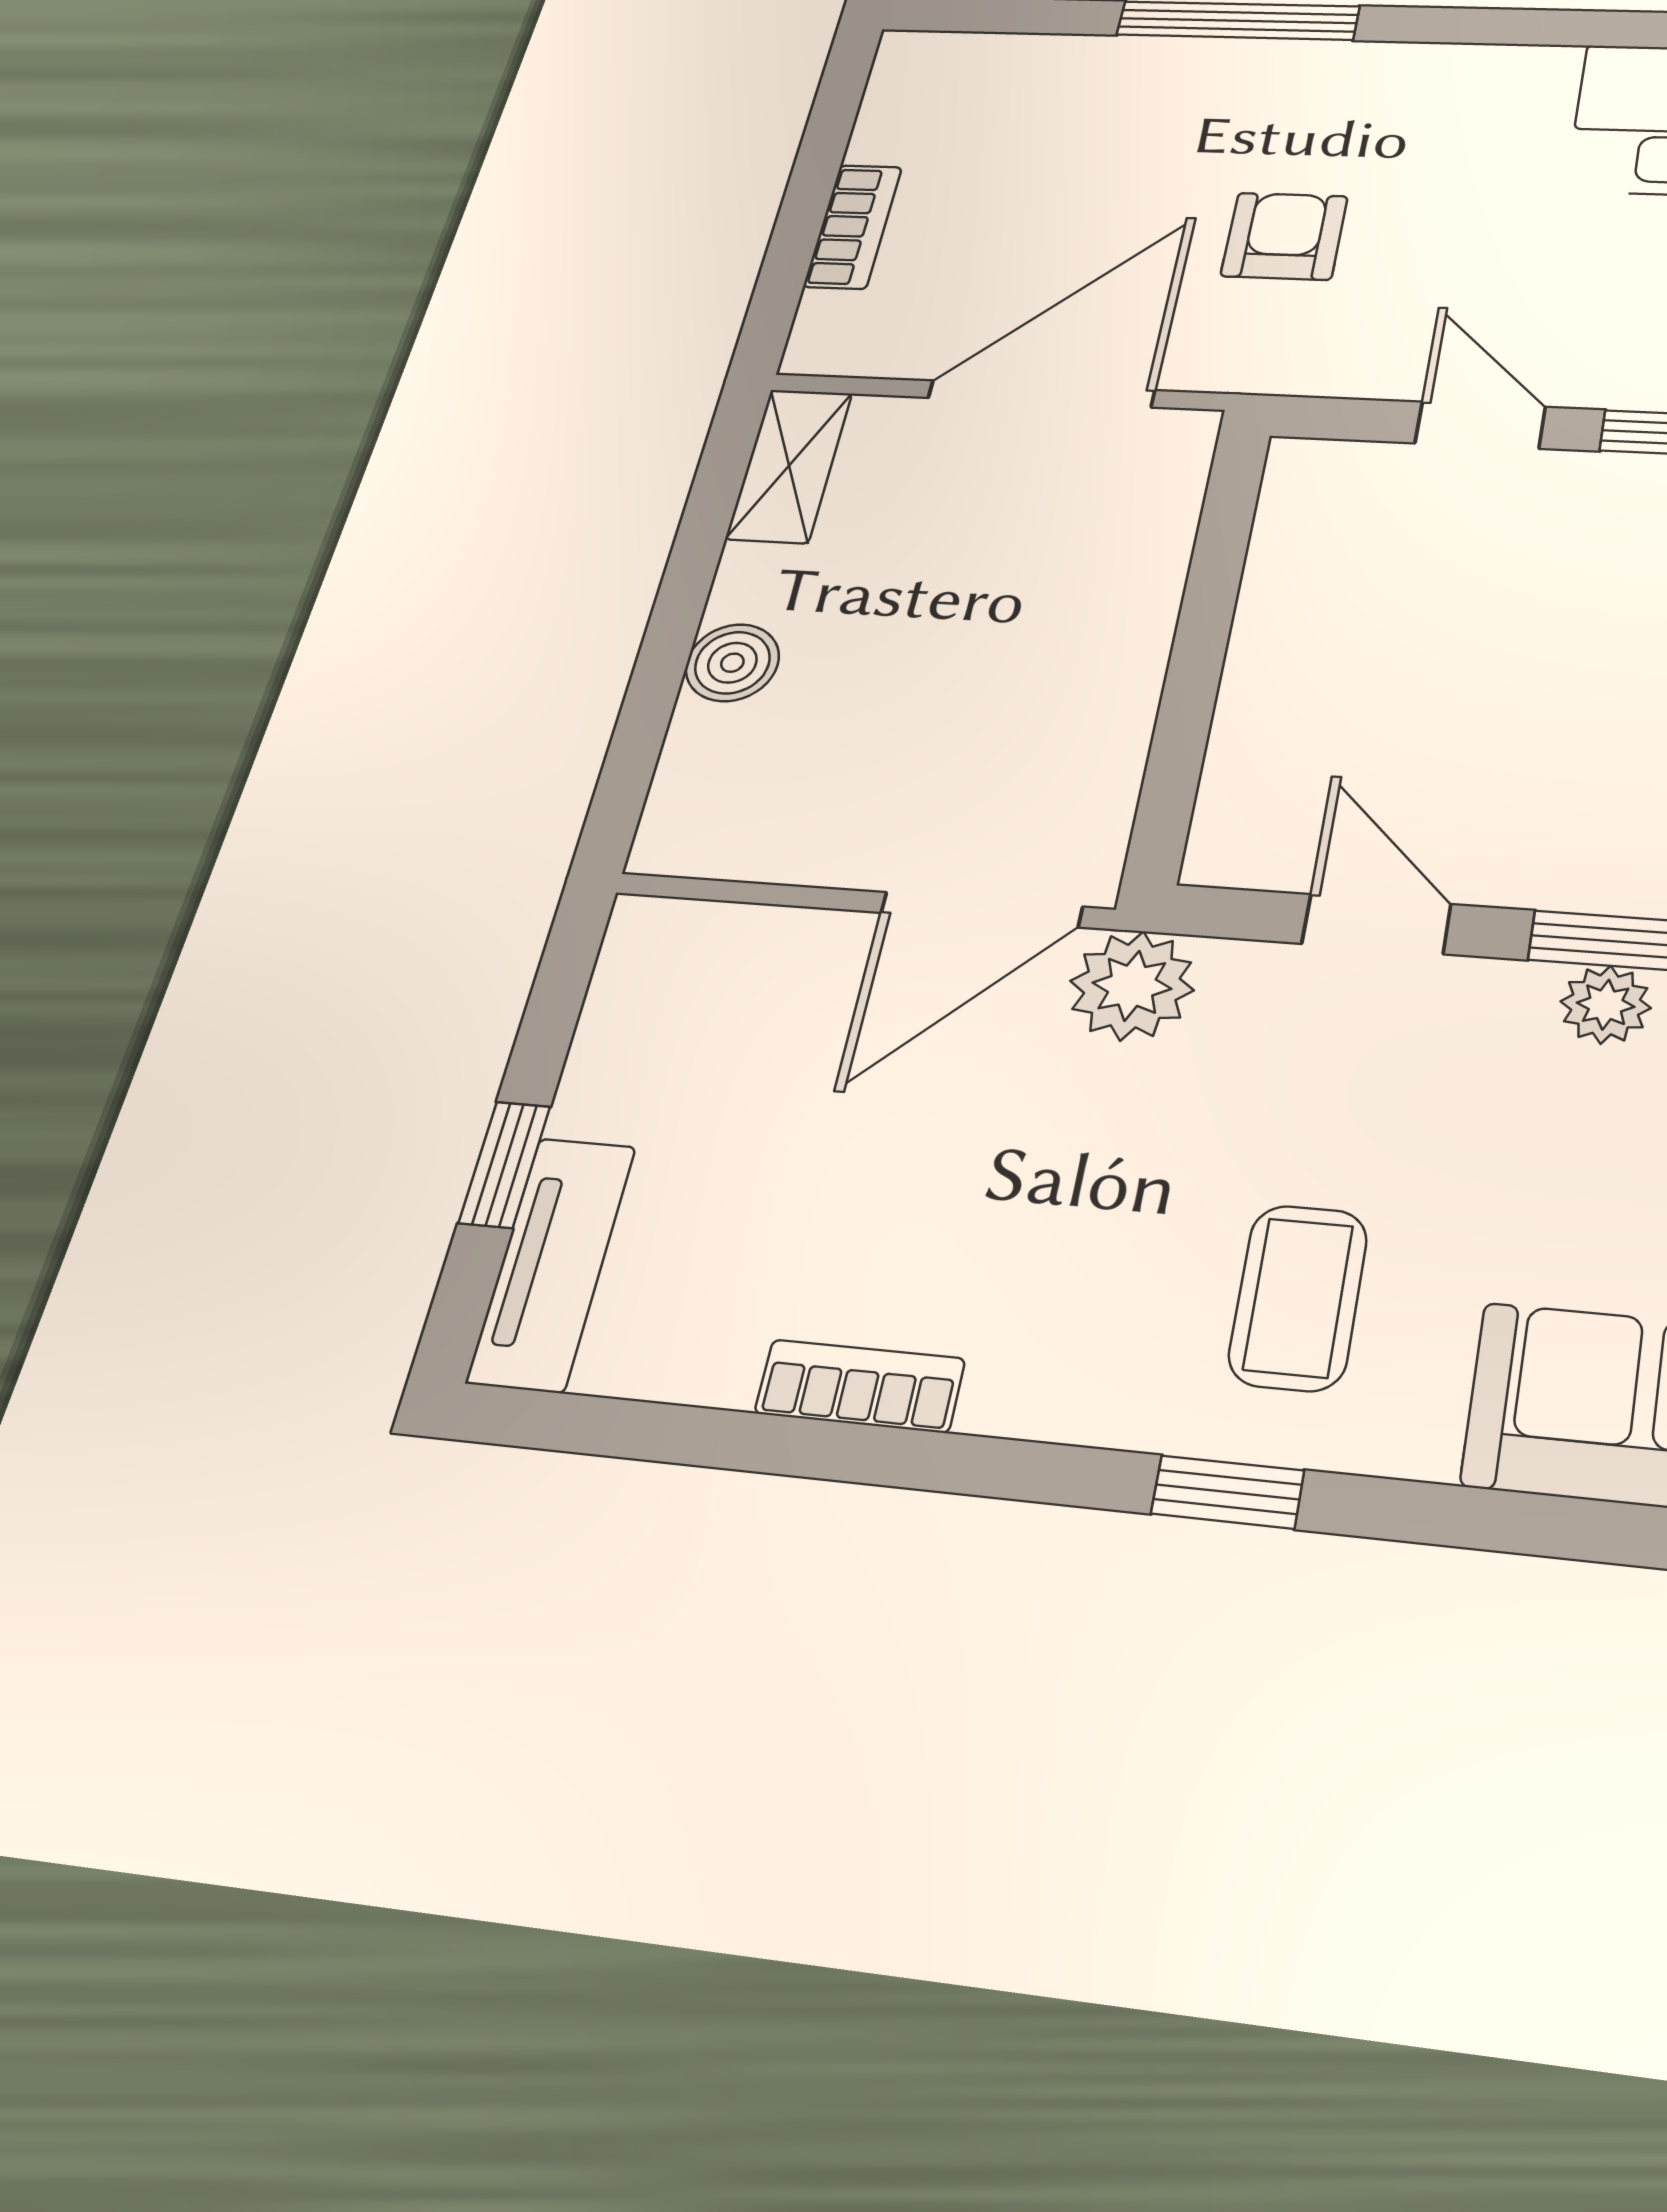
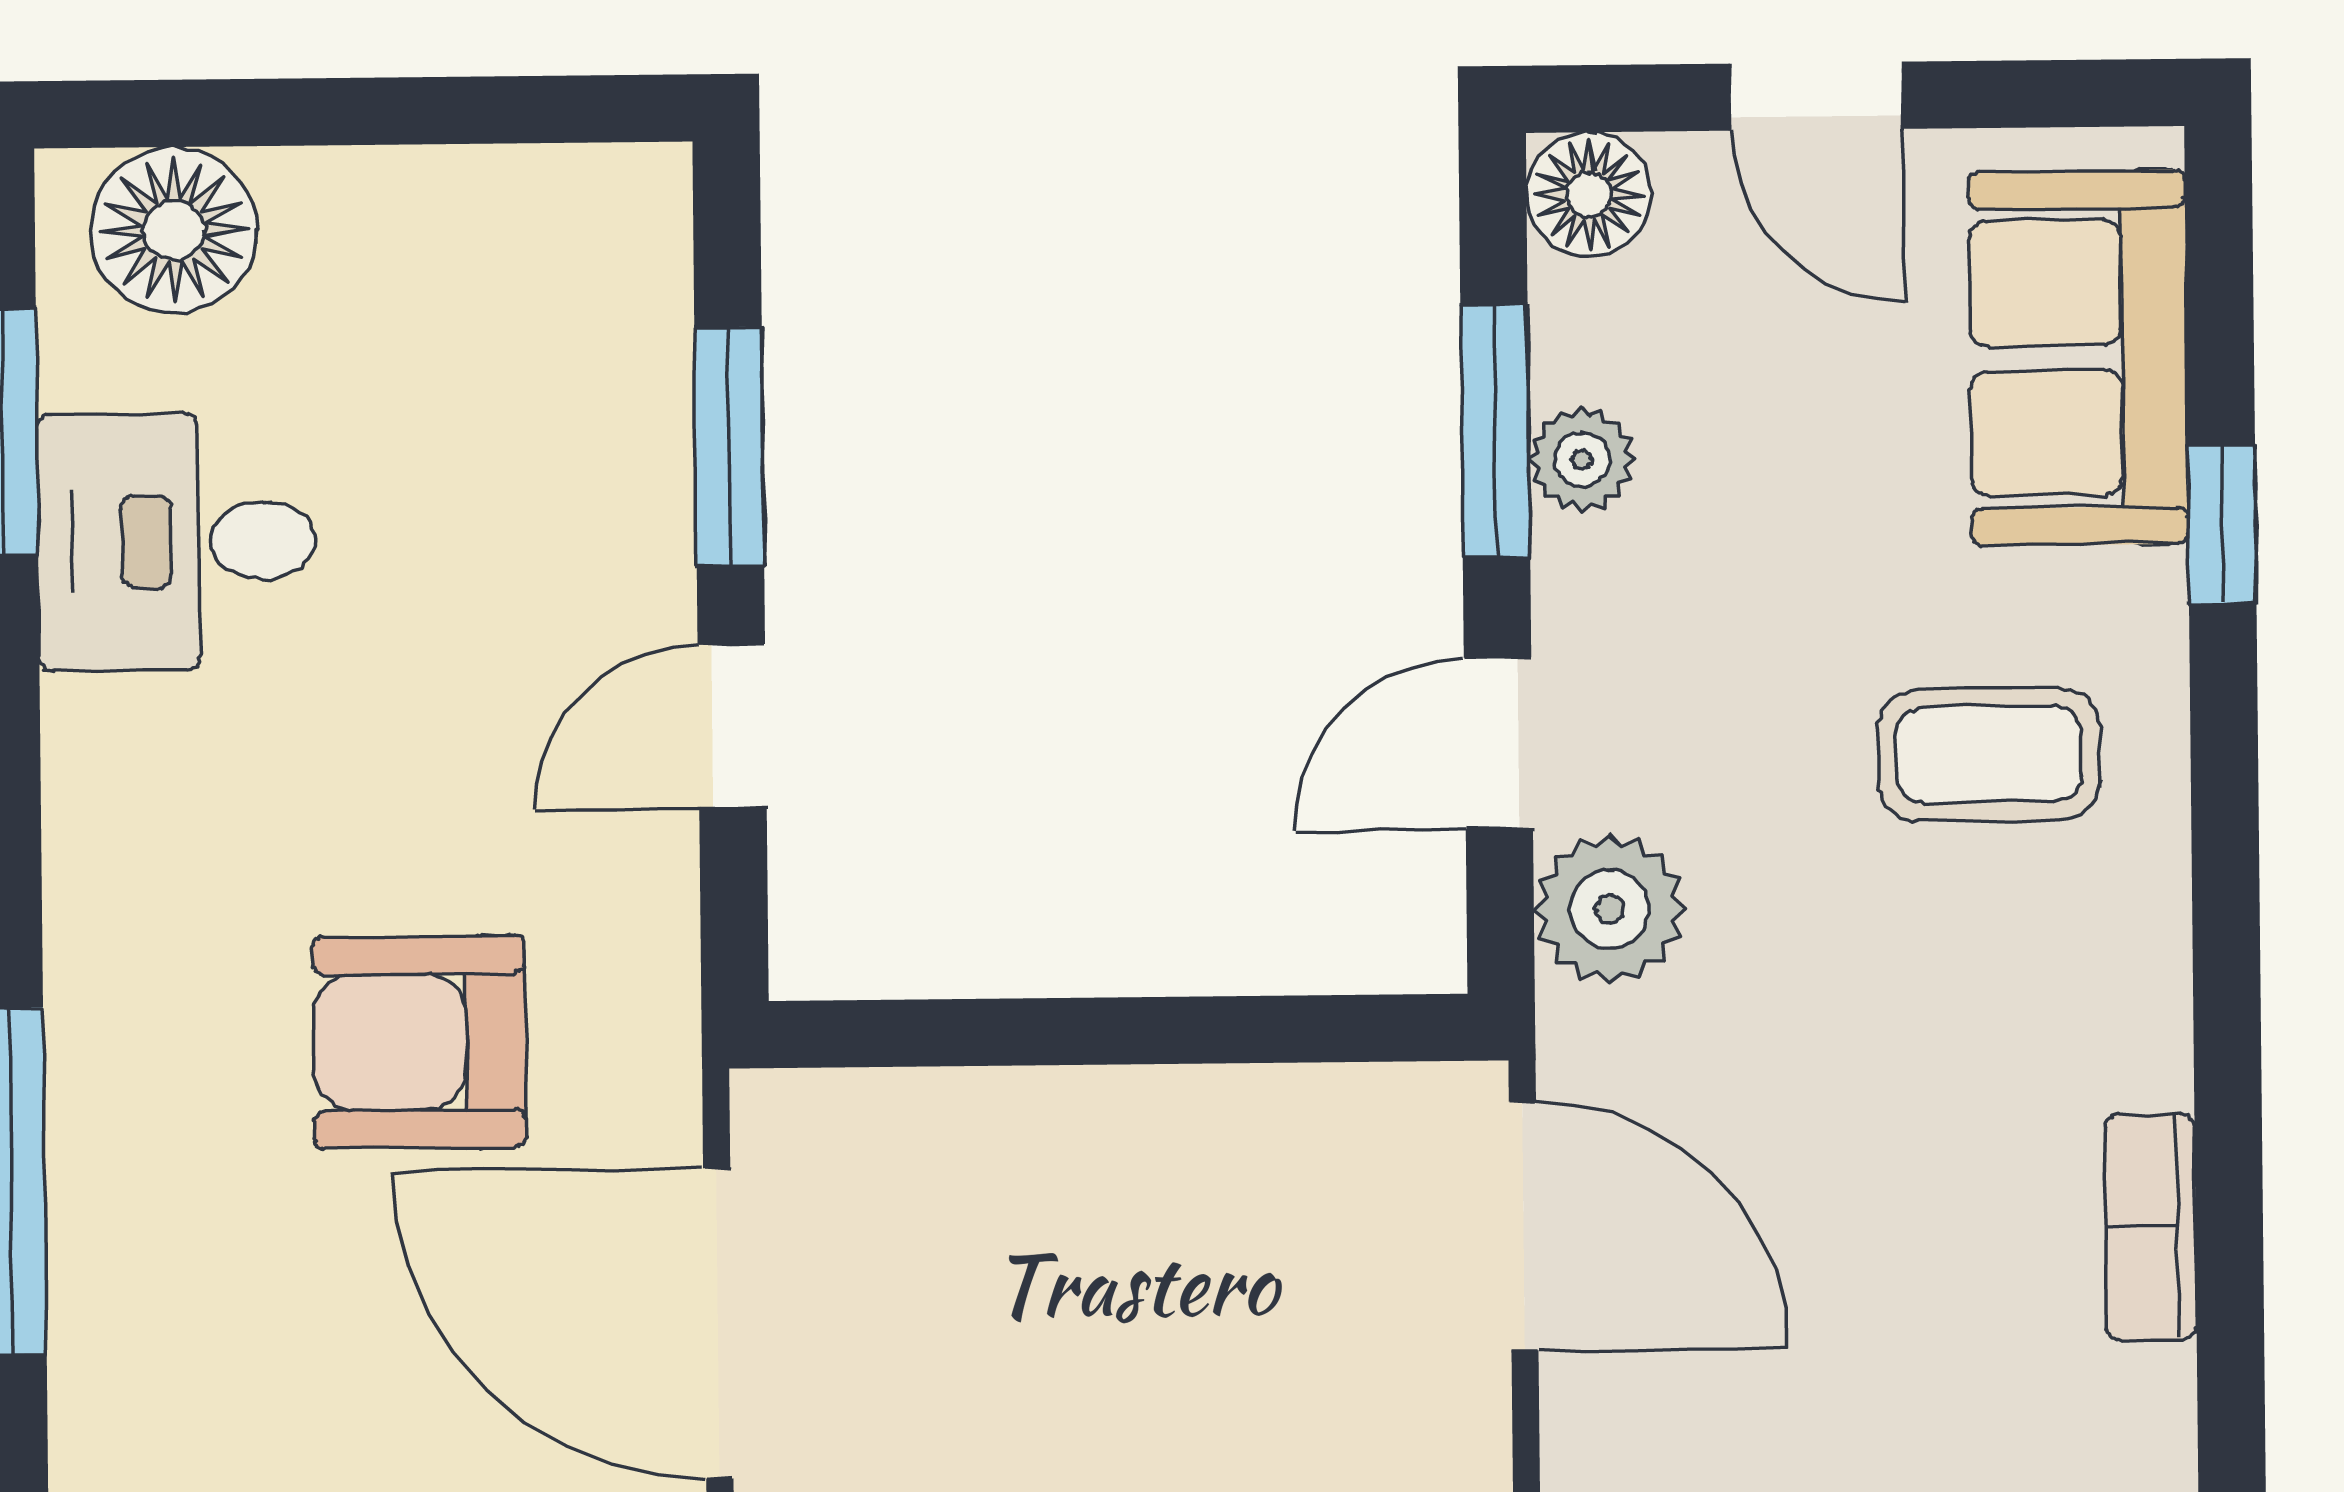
armchair: (1284, 236) -> (419, 1042), width x1.38, depth x1.38
plant: (1132, 986) -> (1610, 909), moved
window: (1228, 1492) -> (2222, 524), moved

